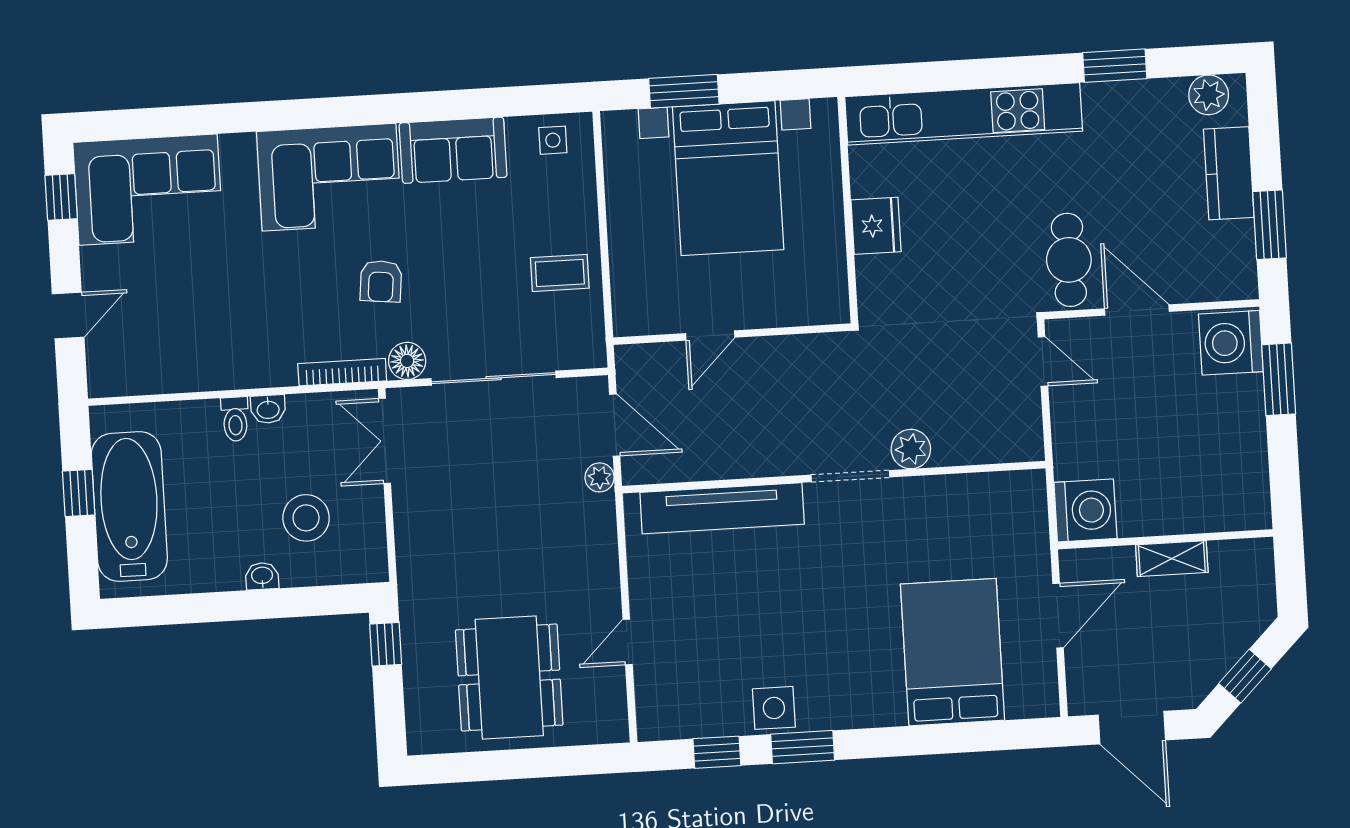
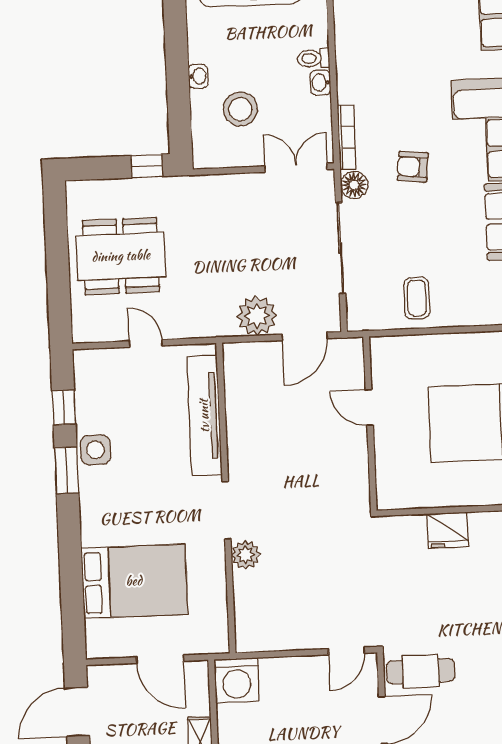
plant: (911, 449) -> (246, 555), moved
doorway: (850, 476) -> (226, 510), moved
plant: (600, 477) -> (257, 316), width x1.88, depth x1.88
wall: (834, 477) -> (226, 498), moved
tv unit: (722, 508) -> (204, 416), moved

